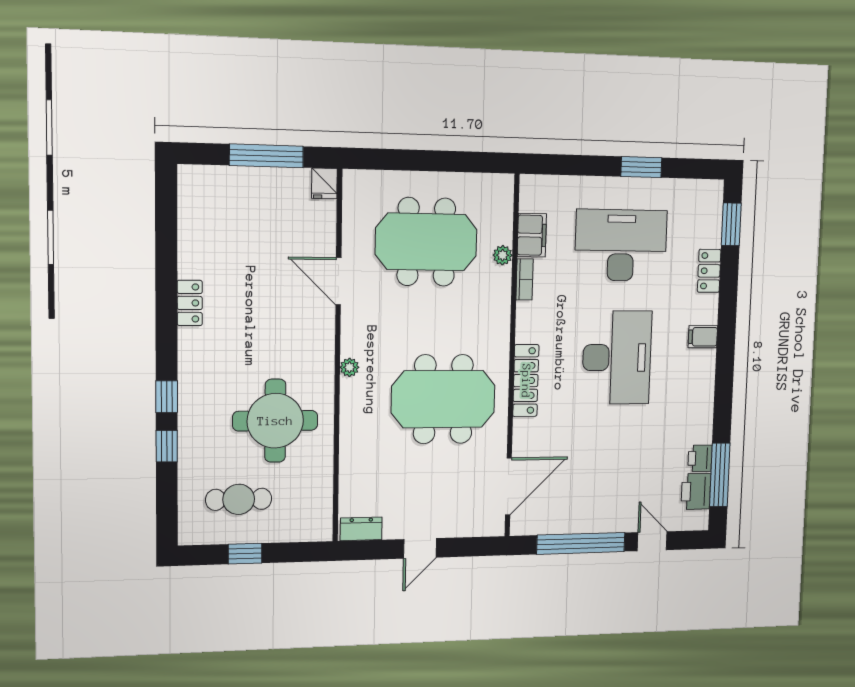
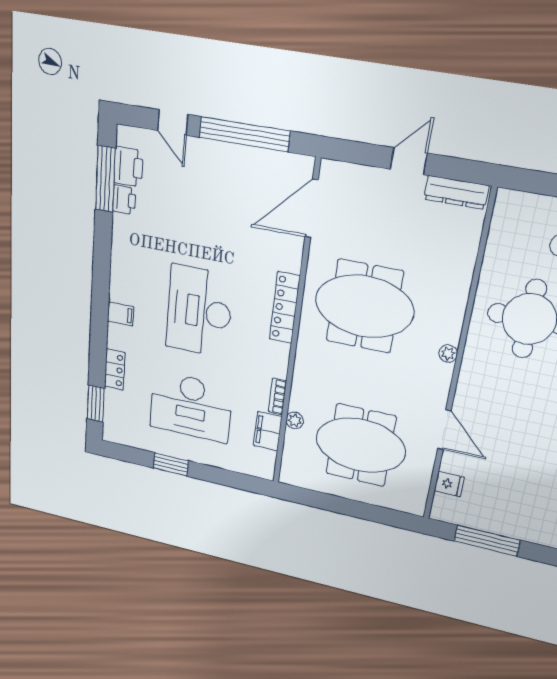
fridge: (324, 183) -> (449, 484), moved, turned 90
dresser: (361, 529) -> (456, 192), width x1.44

